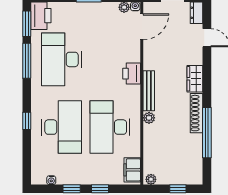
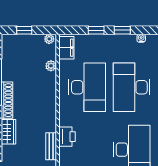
bench: (149, 91) -> (51, 146), moved, width x0.73
plant: (149, 118) -> (51, 66), moved

